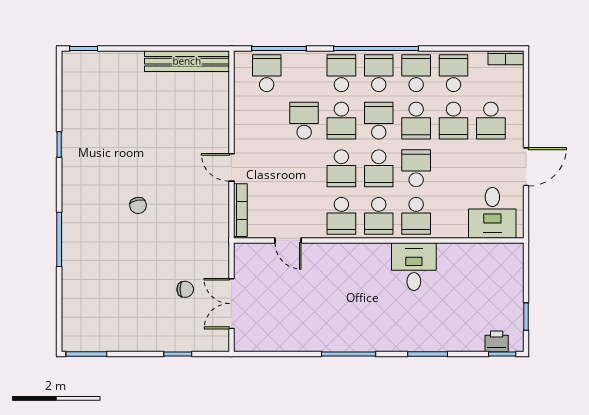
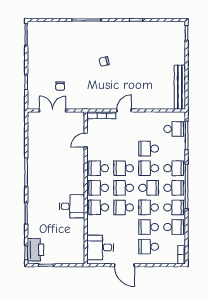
school desk: (304, 121) -> (149, 149), turned 180
school desk: (416, 168) -> (124, 207), turned 180
printer: (497, 341) -> (35, 250), width x1.87, depth x1.48

